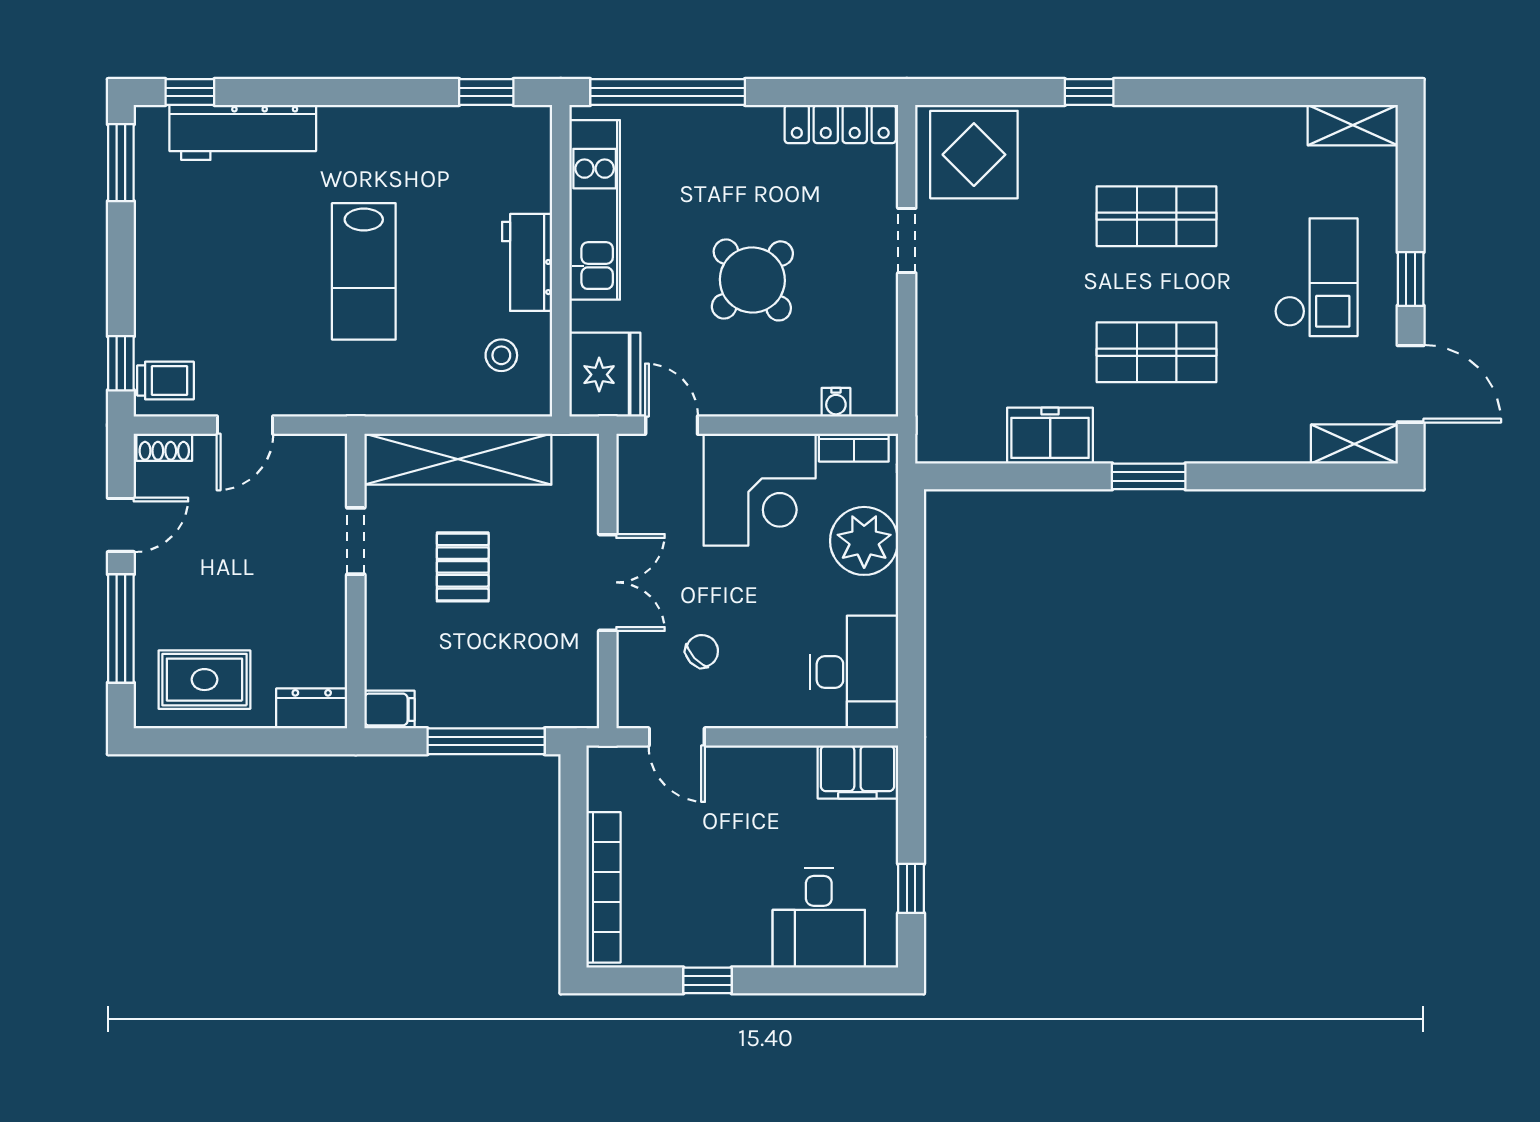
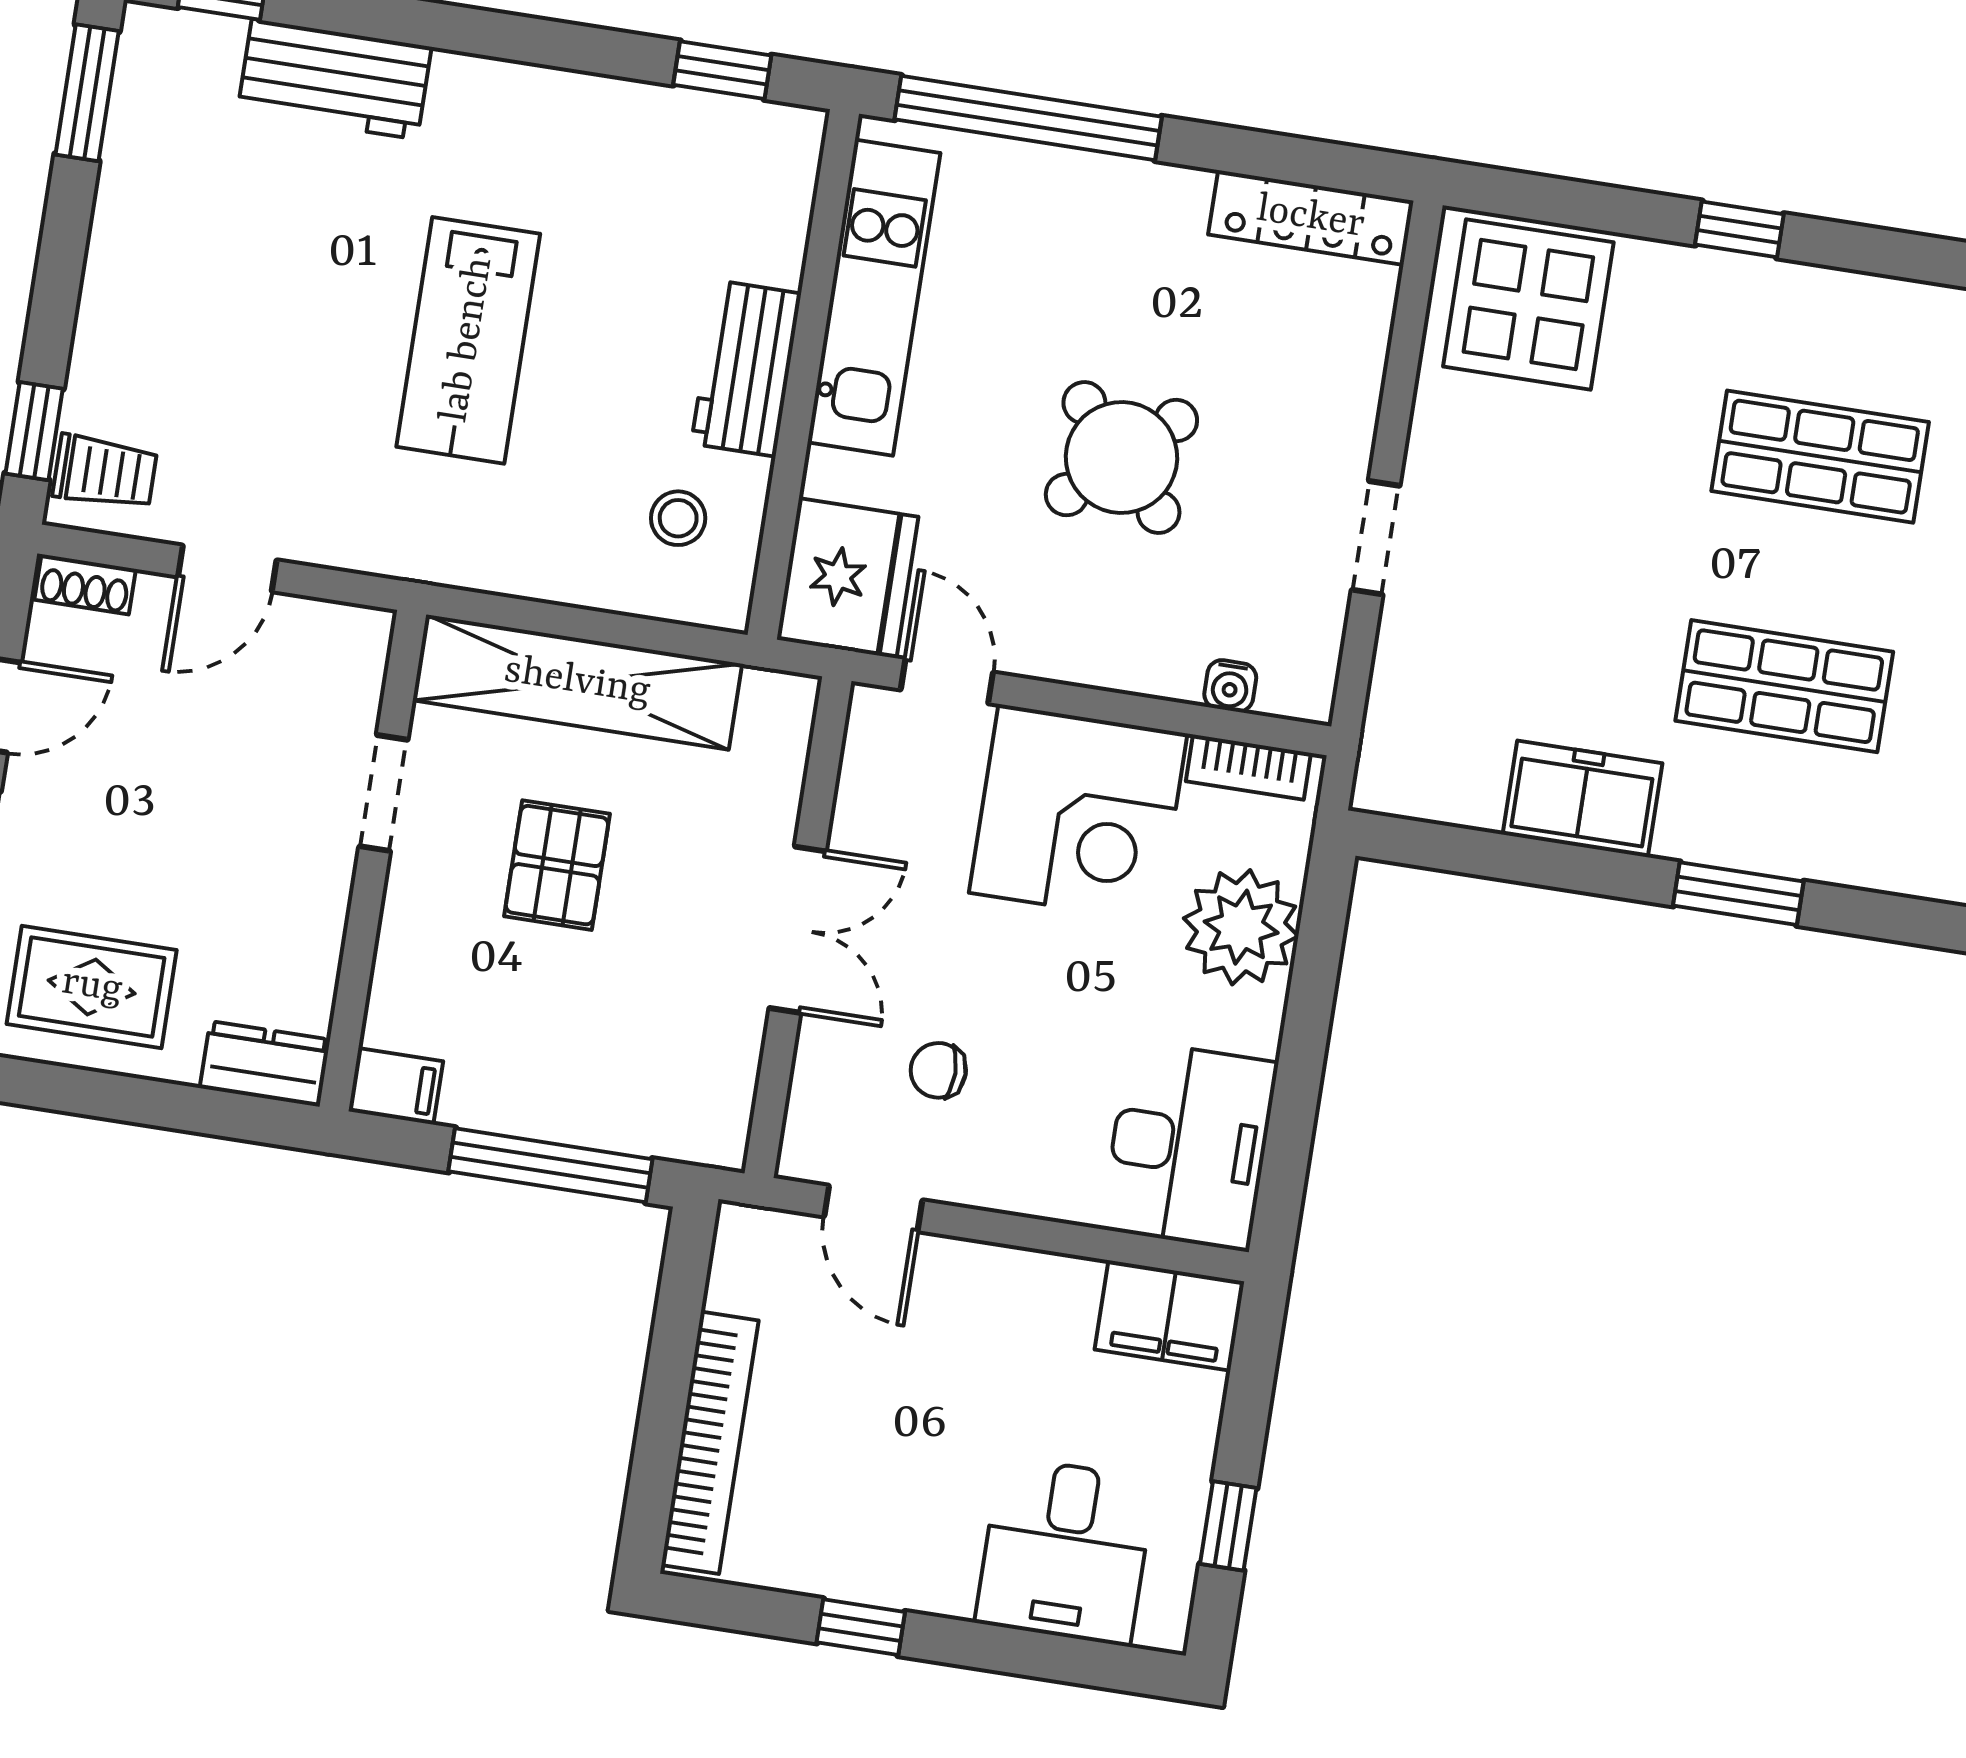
workbench: (243, 132) -> (334, 79), width x0.73
doorway: (907, 240) -> (1376, 538), moved
chair: (702, 651) -> (938, 1070), turned -137

